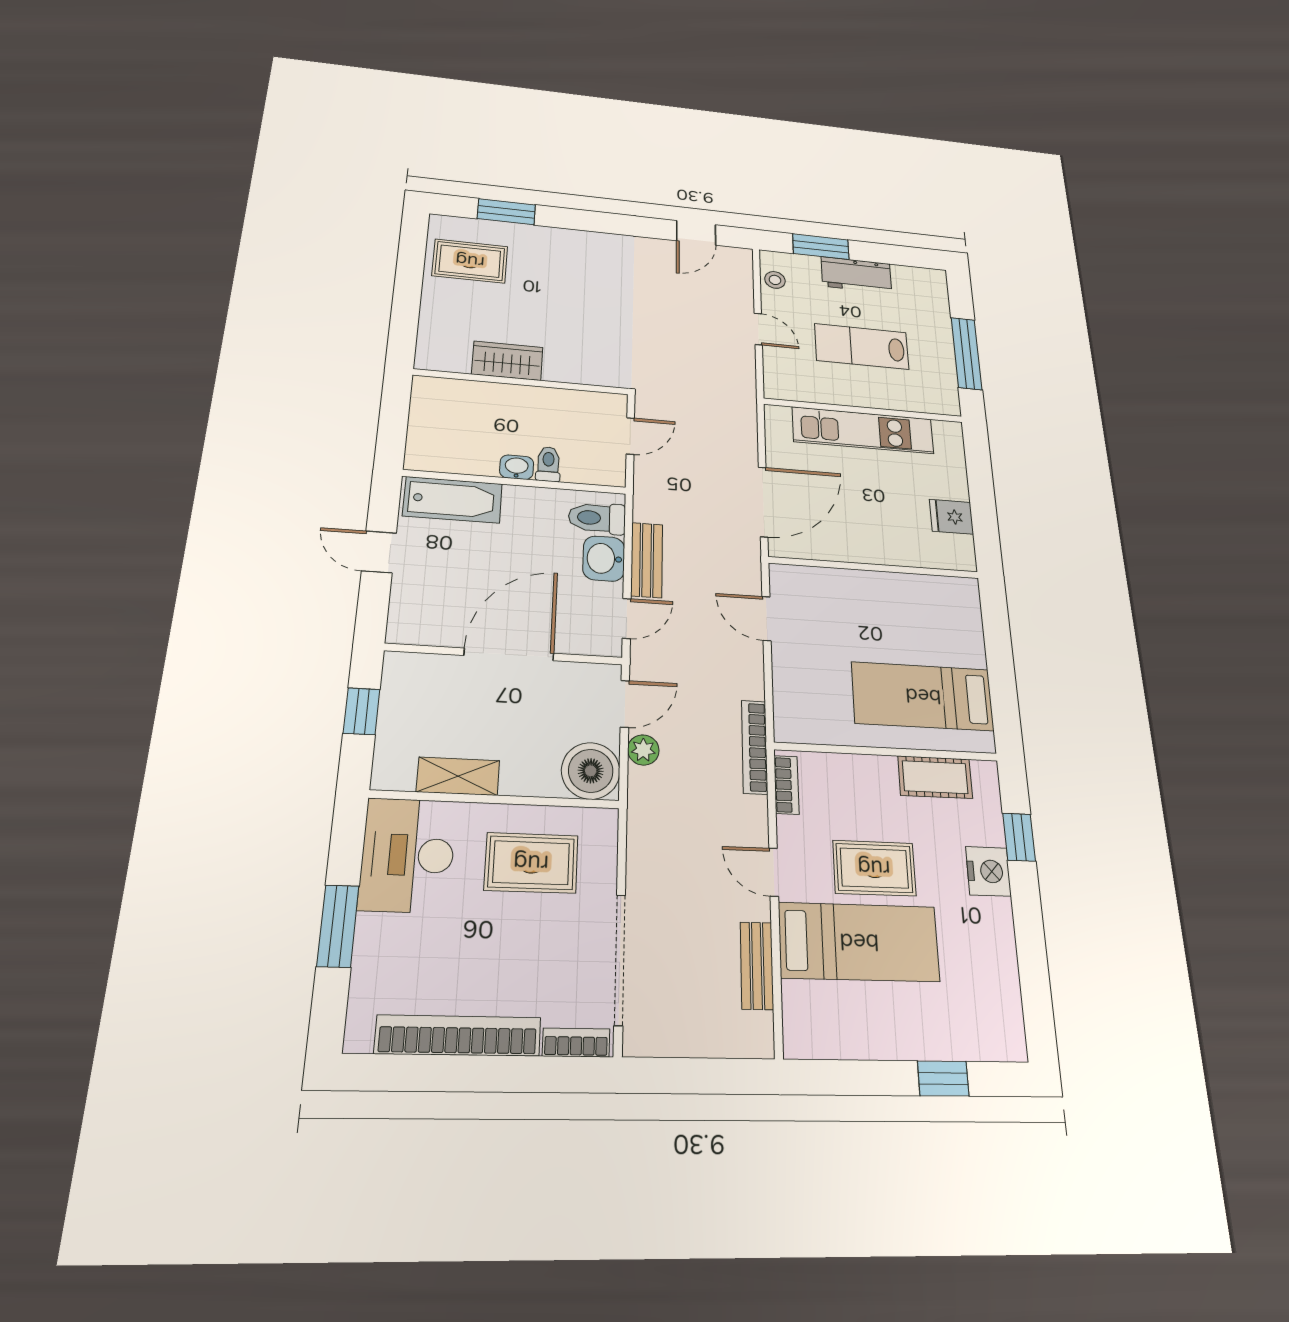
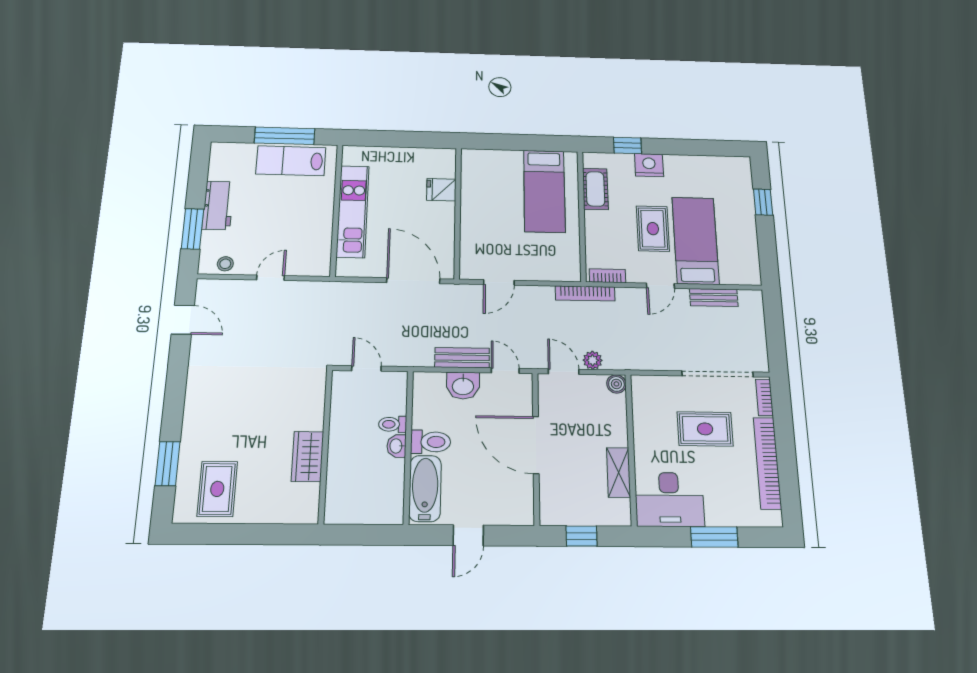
lab bench: (862, 346) -> (291, 161), moved, turned 90
fridge: (952, 517) -> (441, 190), moved, turned 90
toilet: (597, 518) -> (431, 442), moved, turned -90
boiler: (591, 771) -> (616, 384), width x0.54, depth x0.54
rug: (531, 863) -> (705, 429), moved, turned 90

